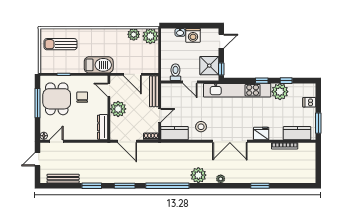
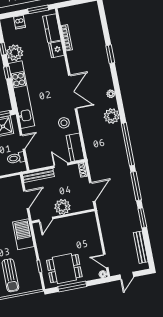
chair: (82, 97) -> (58, 244), removed
dresser: (103, 127) -> (83, 218), removed
fridge: (261, 133) -> (56, 49), moved
door: (37, 159) -> (127, 276), hinge flipped
window: (125, 186) -> (136, 186), width x1.44

